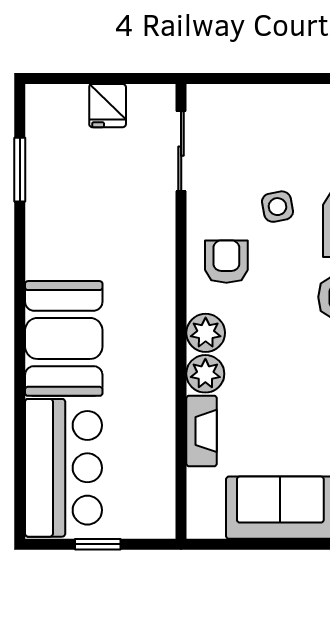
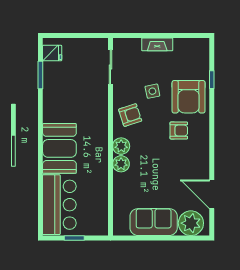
fridge: (108, 106) -> (52, 53), moved, turned -90
armchair: (226, 262) -> (130, 115), turned 72
fireplace: (202, 431) -> (157, 44), moved, turned 90

